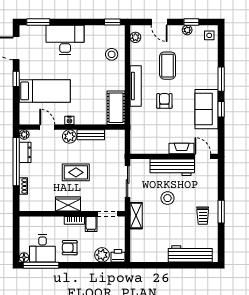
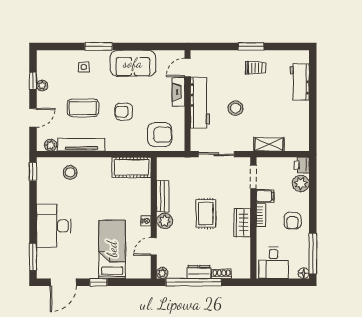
side table: (209, 35) -> (84, 67), moved
tv unit: (136, 86) -> (81, 145), moved
window: (221, 109) -> (133, 46), removed
armchair: (144, 132) -> (160, 135), added
dresser: (25, 152) -> (199, 272), moved
shelving: (136, 216) -> (269, 144), moved
desk: (42, 248) -> (274, 263), moved, turned 90
workbench: (190, 254) -> (300, 82), width x0.73

